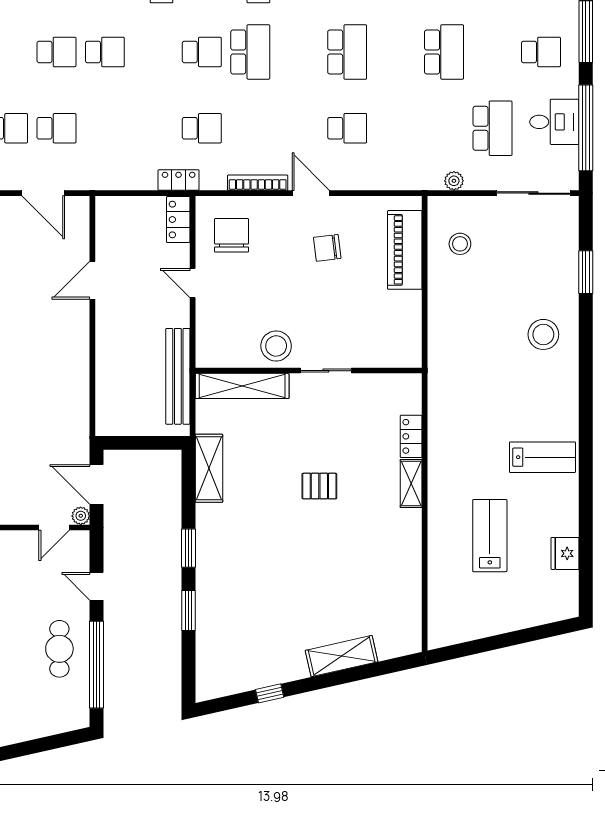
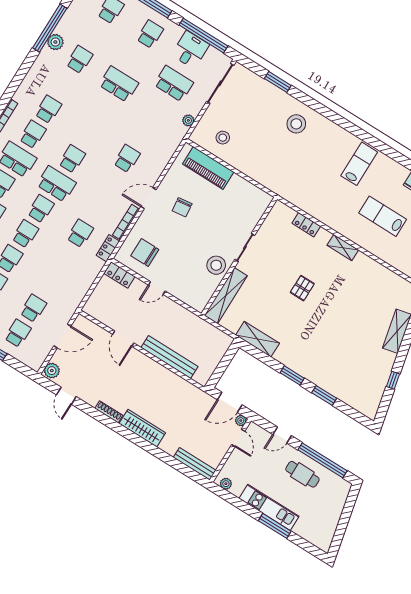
school desk: (153, 52) -> (25, 234), added
school desk: (347, 52) -> (72, 159), moved, width x0.54
locker: (179, 180) -> (108, 248), moved
bench: (178, 376) -> (169, 357), moved
shelving: (411, 484) -> (343, 248), moved

